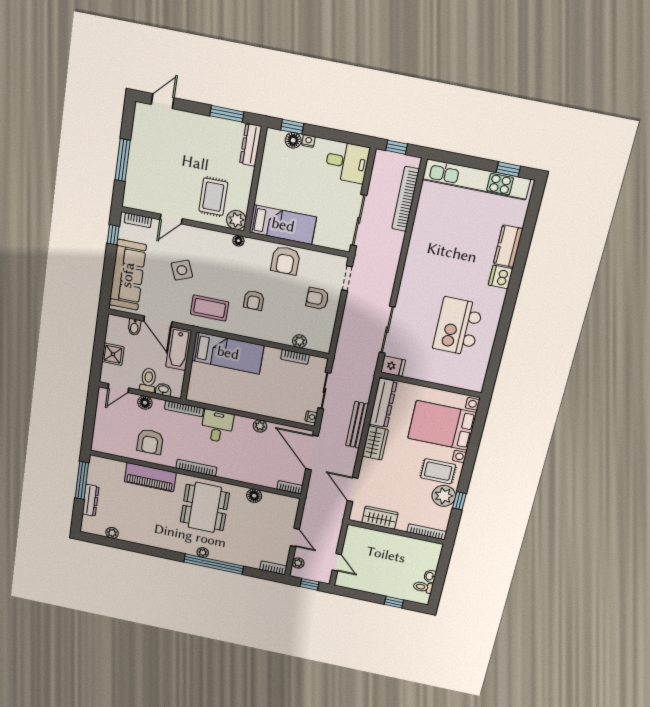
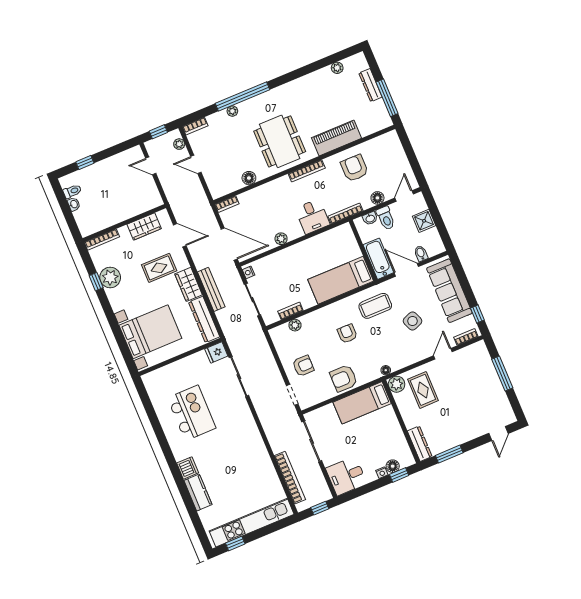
armchair: (285, 260) -> (344, 378), turned -90
rug: (438, 471) -> (159, 268), moved
plant: (203, 553) -> (232, 111), moved

